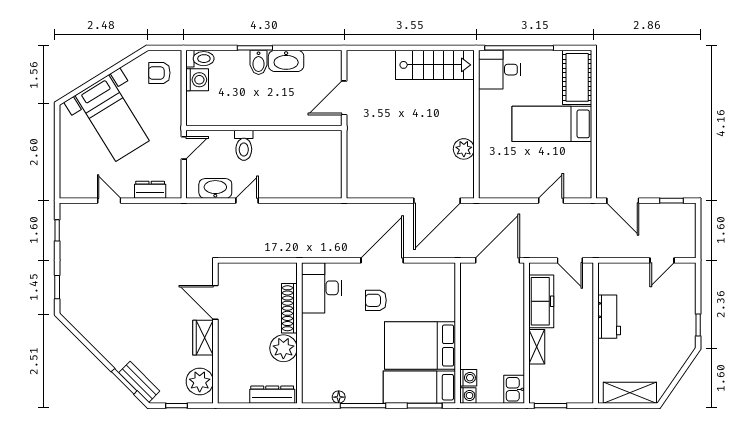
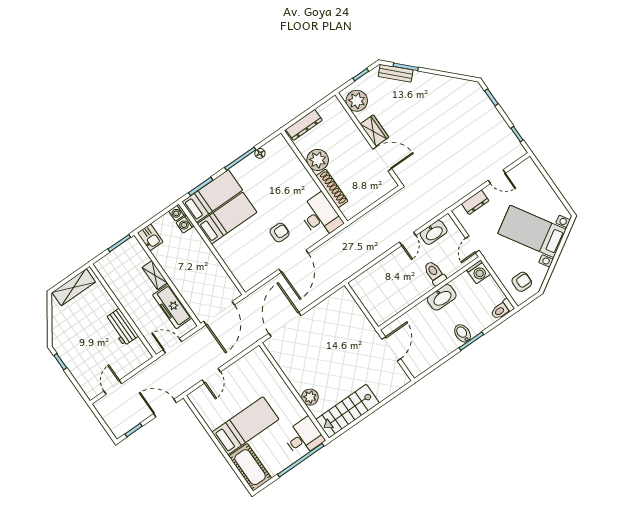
washbasin: (286, 61) -> (442, 297), moved, turned 180
washing machine: (197, 80) -> (479, 272), moved, turned -90
plant: (464, 149) -> (310, 397), moved
bed: (420, 346) -> (227, 218), width x0.67

